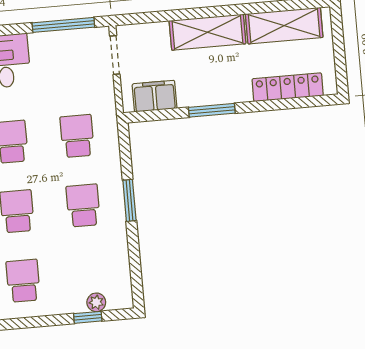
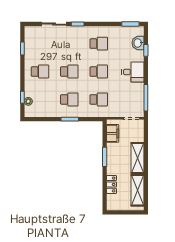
locker: (288, 87) -> (111, 184), width x0.66

